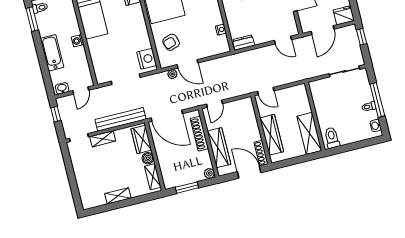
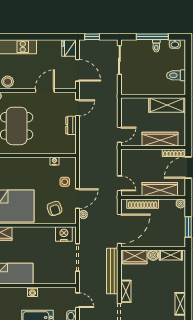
dresser: (244, 42) -> (71, 125), moved
side table: (202, 46) -> (65, 182), added
toilet: (332, 138) -> (176, 75), moved
shelving: (118, 196) -> (180, 304), moved

